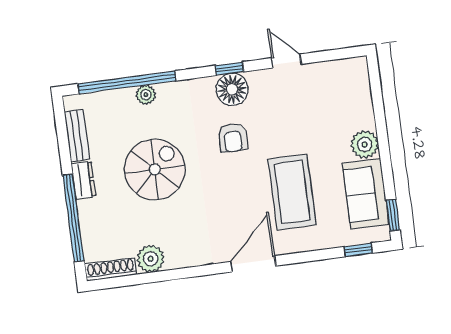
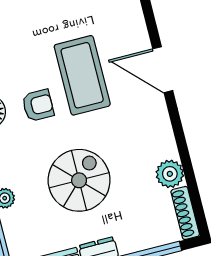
spiral stairs: (155, 169) -> (79, 180), turned 90
coffee table: (292, 192) -> (82, 75), moved, turned 90

